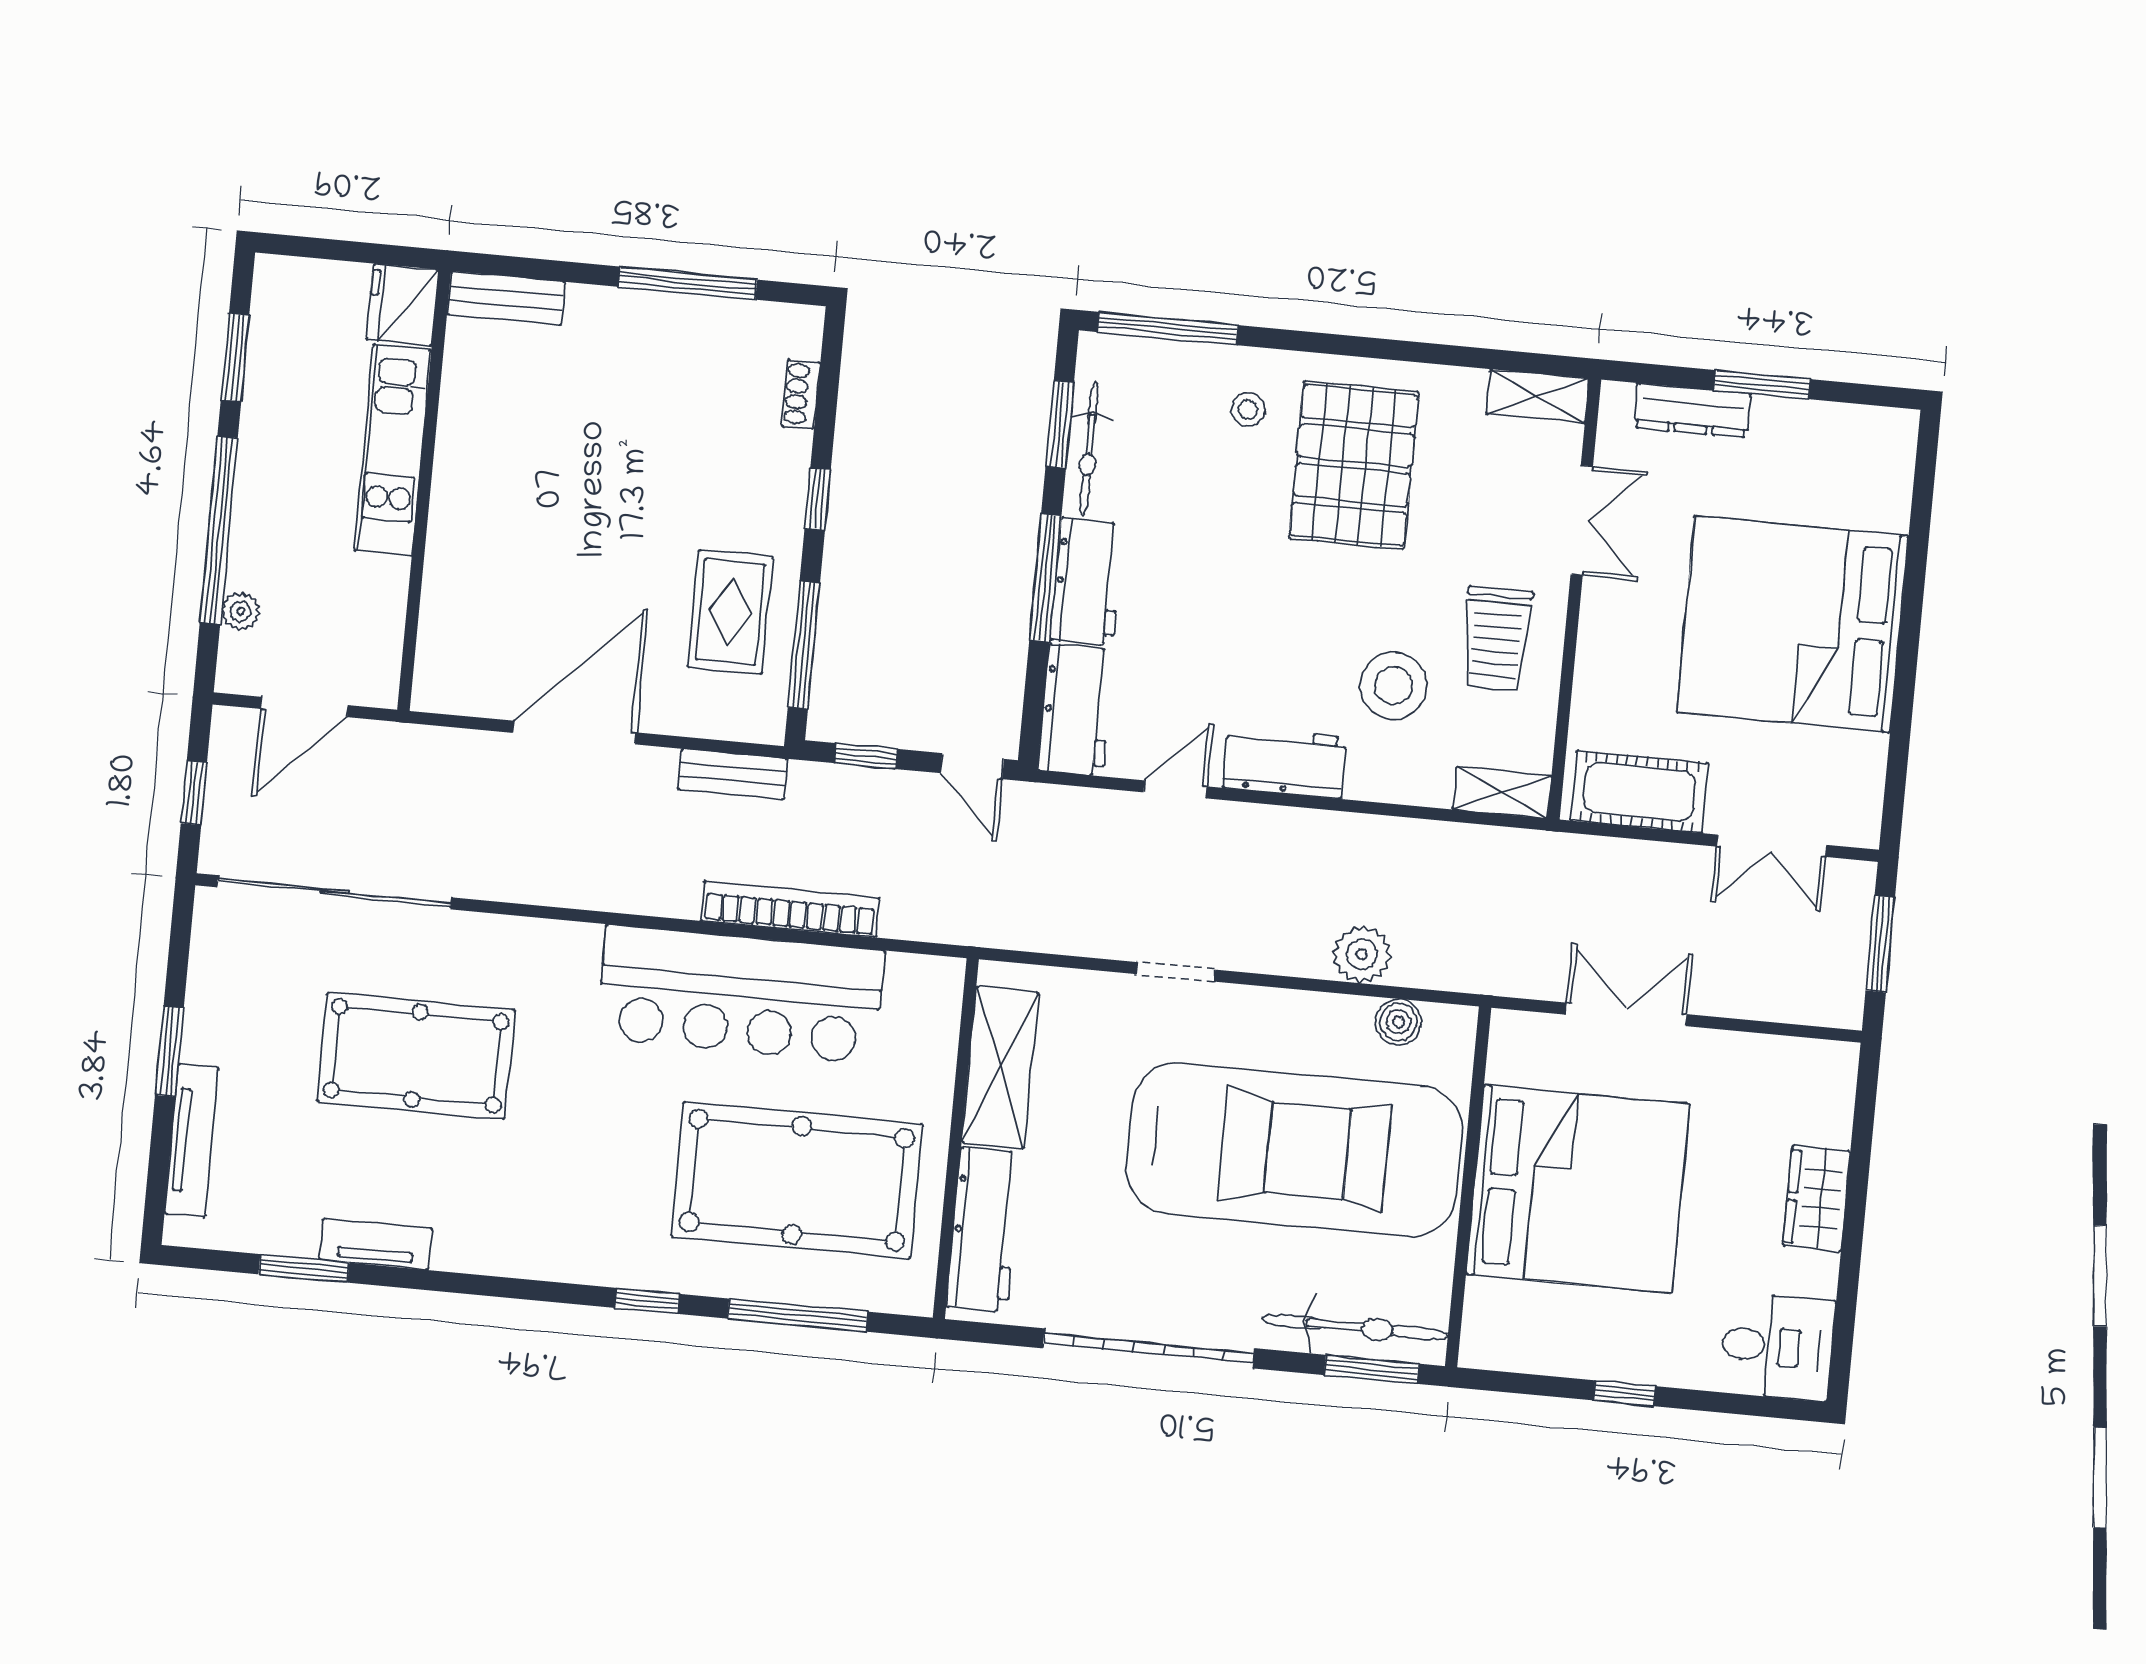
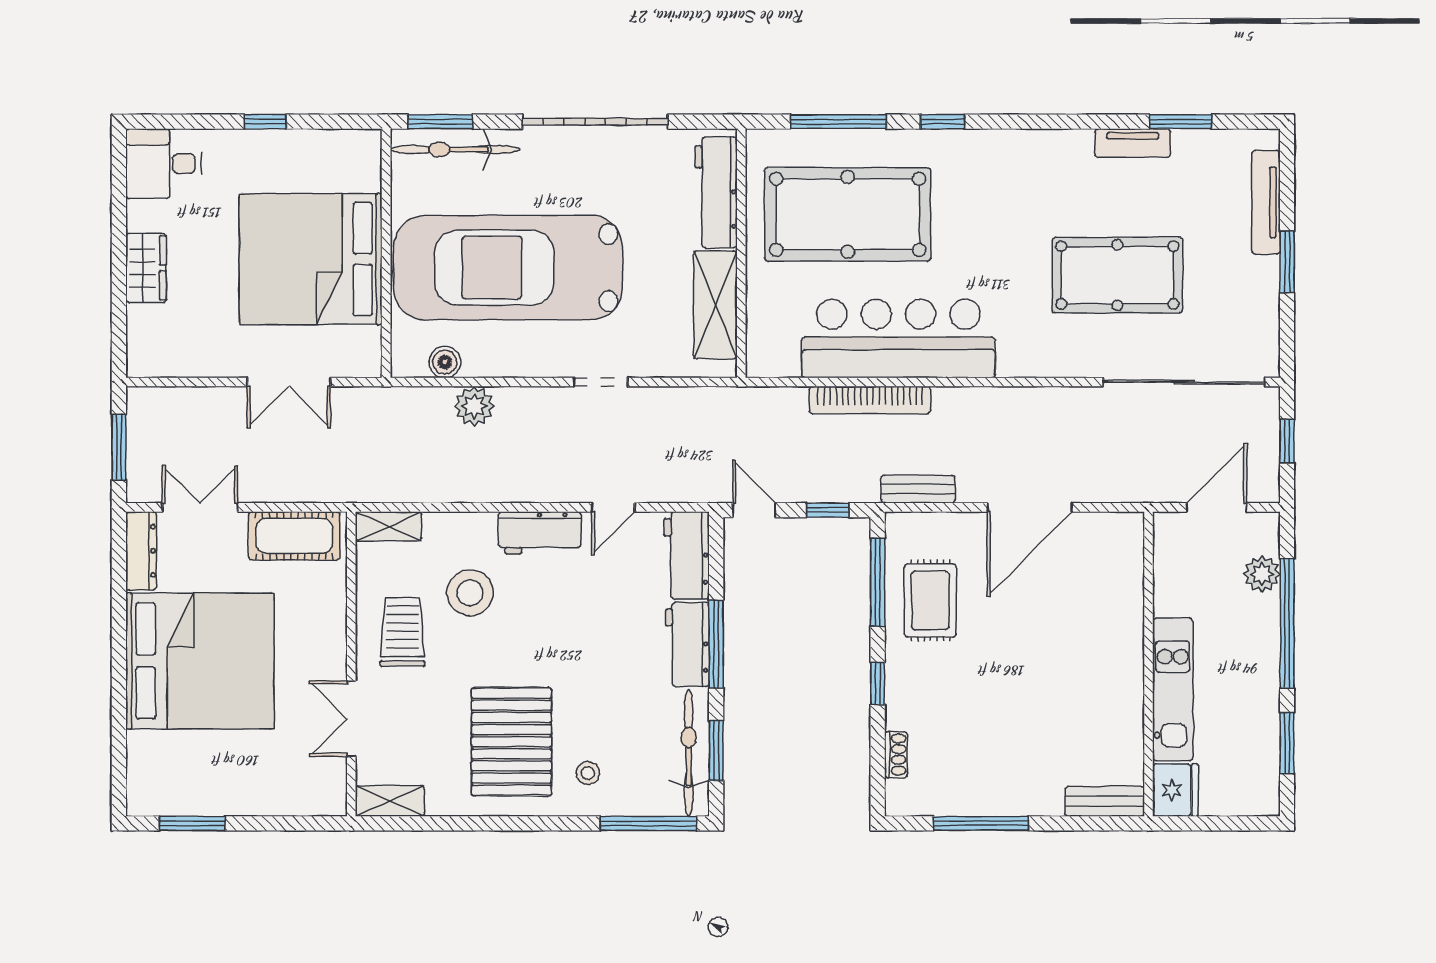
window: (1762, 385) -> (192, 823), moved
dresser: (1692, 411) -> (141, 551), moved, turned 90
bicycle: (1089, 449) -> (689, 753), width x1.37, depth x1.40
plant: (240, 611) -> (1262, 574), width x1.38, depth x1.38

